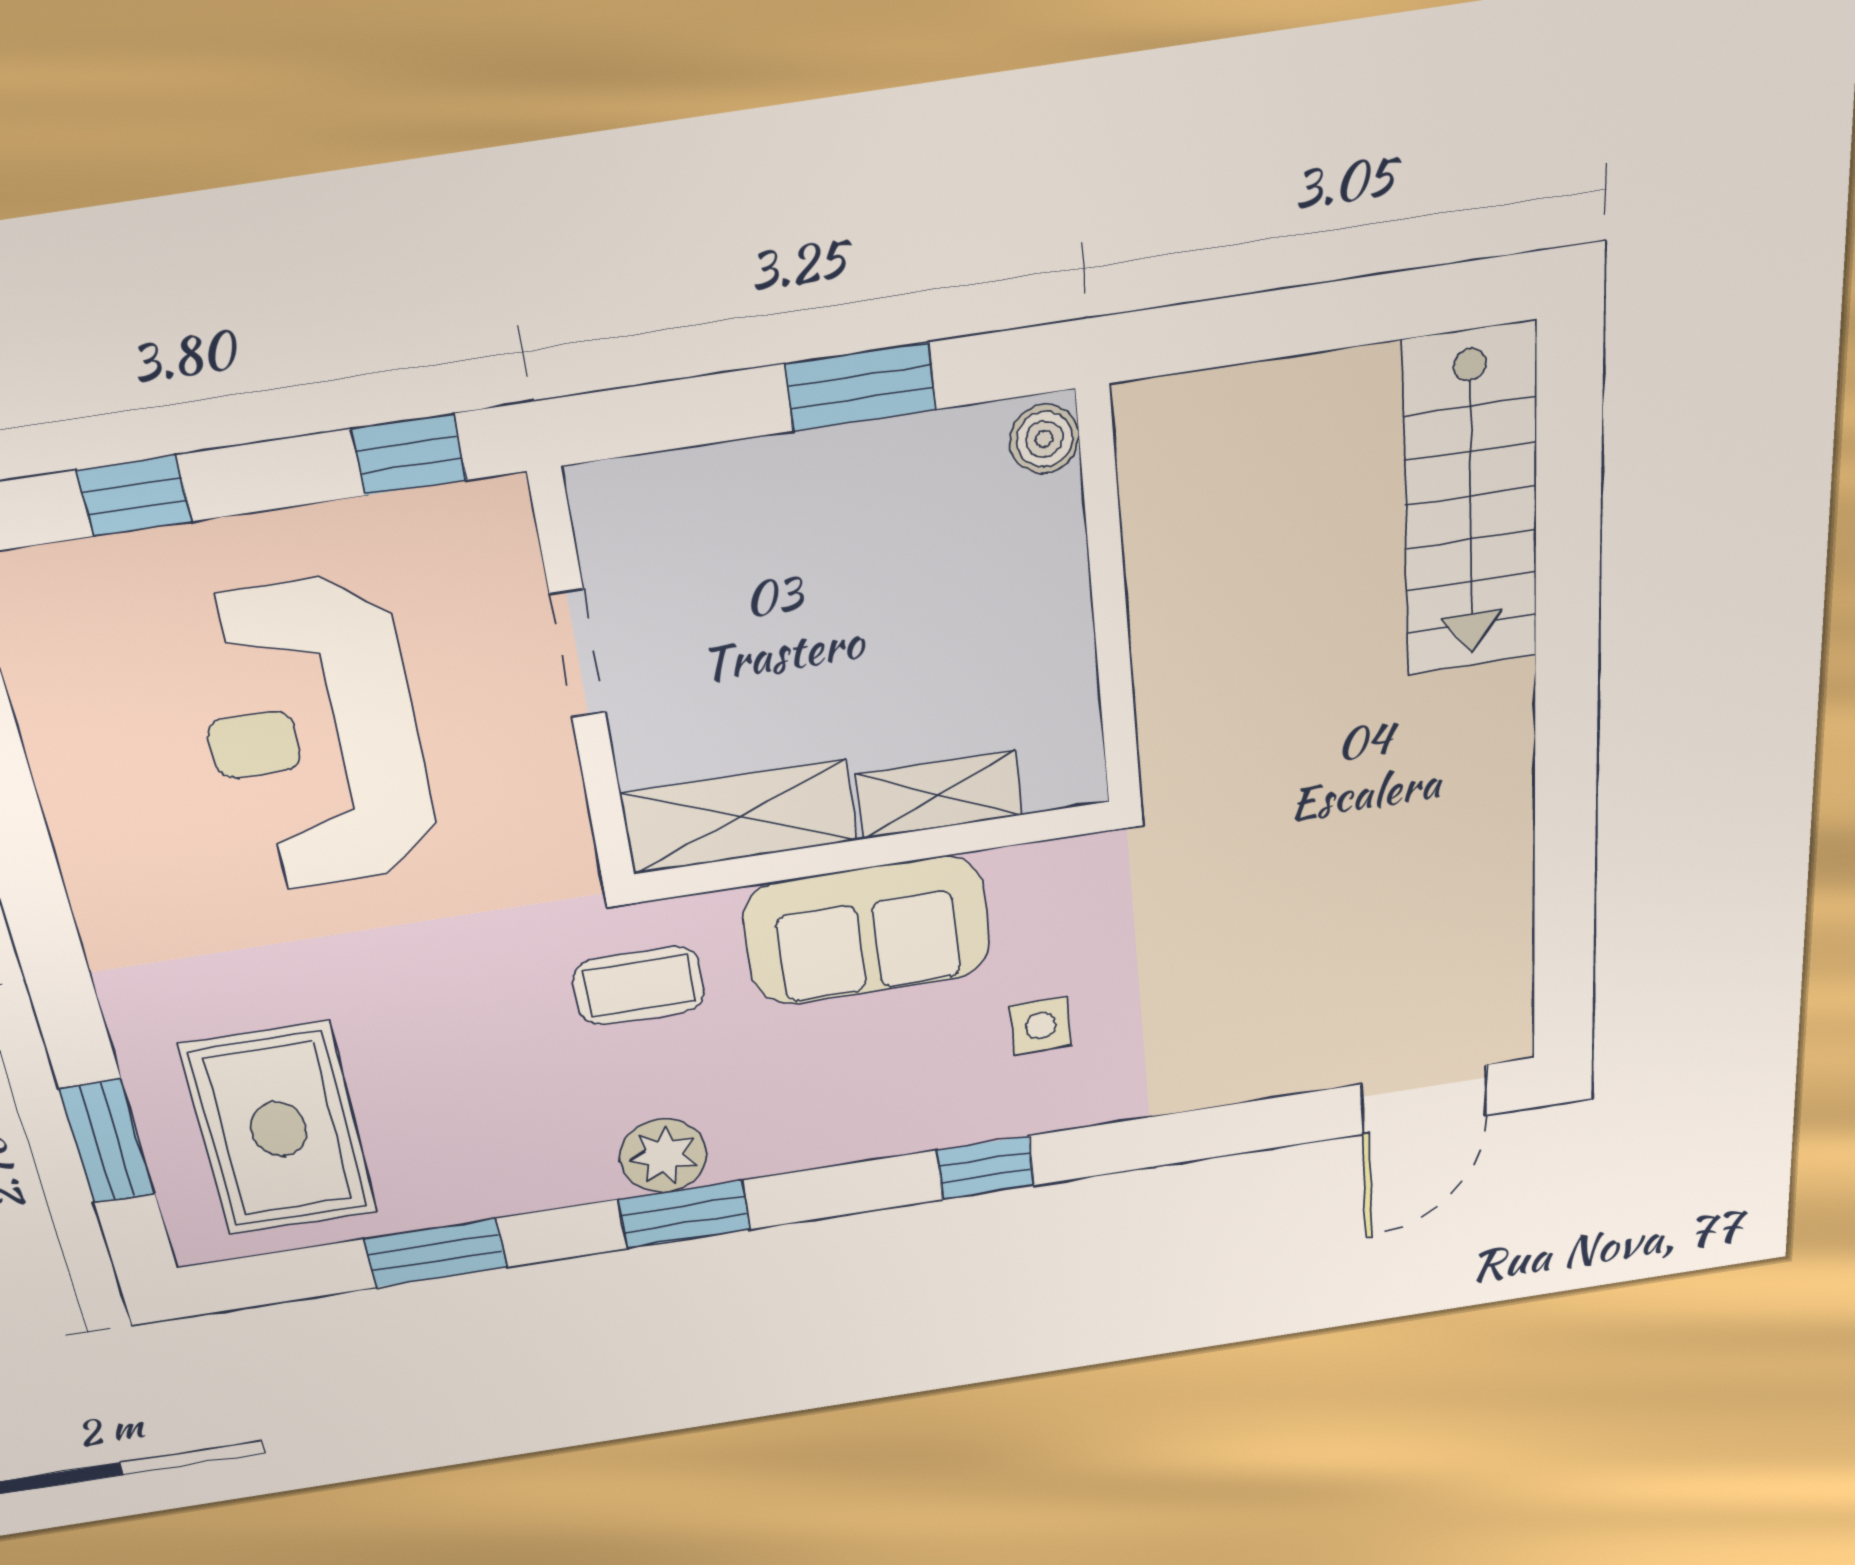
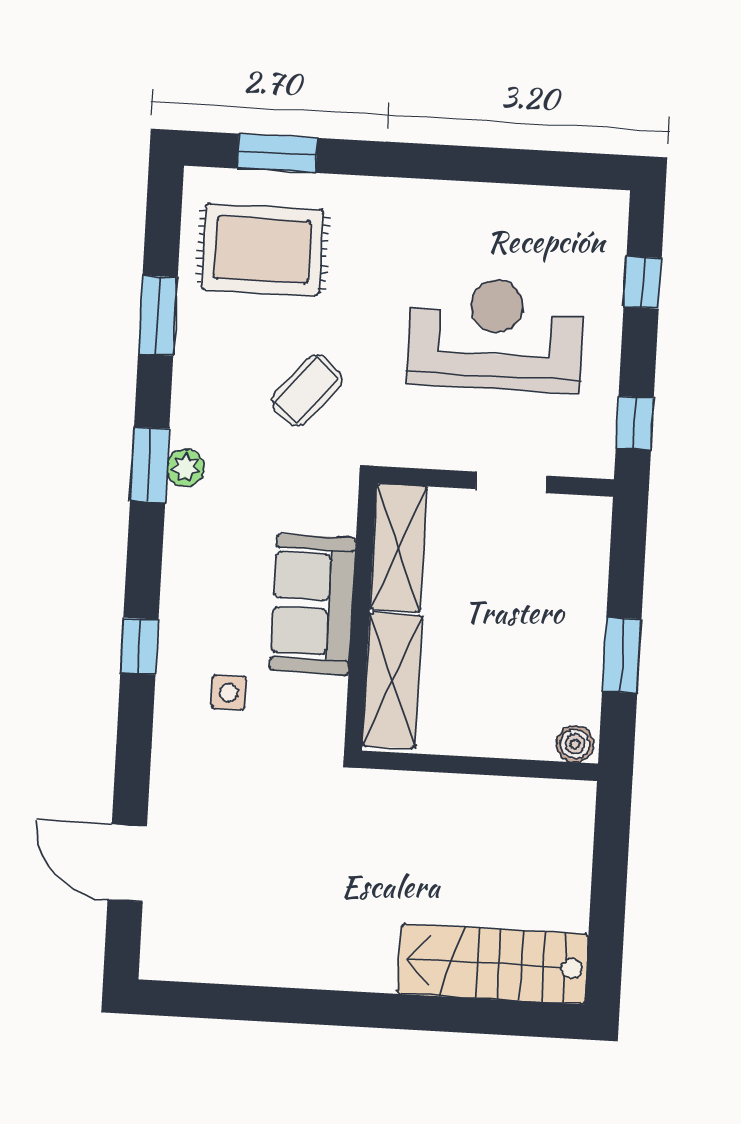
shelving: (939, 795) -> (392, 681), width x1.50, depth x1.33
coffee table: (639, 986) -> (307, 390), moved, turned 40
door: (1424, 1100) -> (127, 863), moved
plant: (663, 1156) -> (186, 468), width x0.73, depth x0.73

